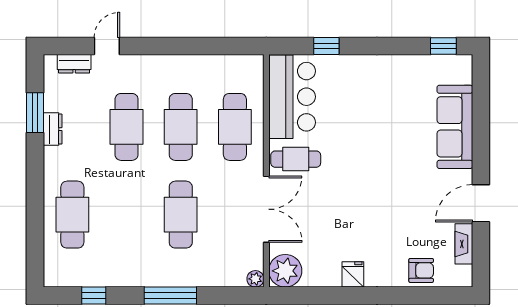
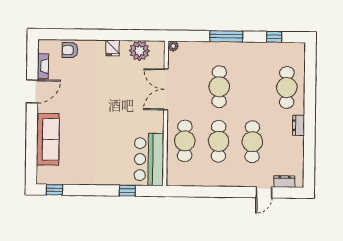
window: (35, 113) -> (309, 151), removed
dresser: (53, 129) -> (299, 125), moved
cafe table: (296, 159) -> (147, 120), removed
plant: (285, 271) -> (139, 51), moved

